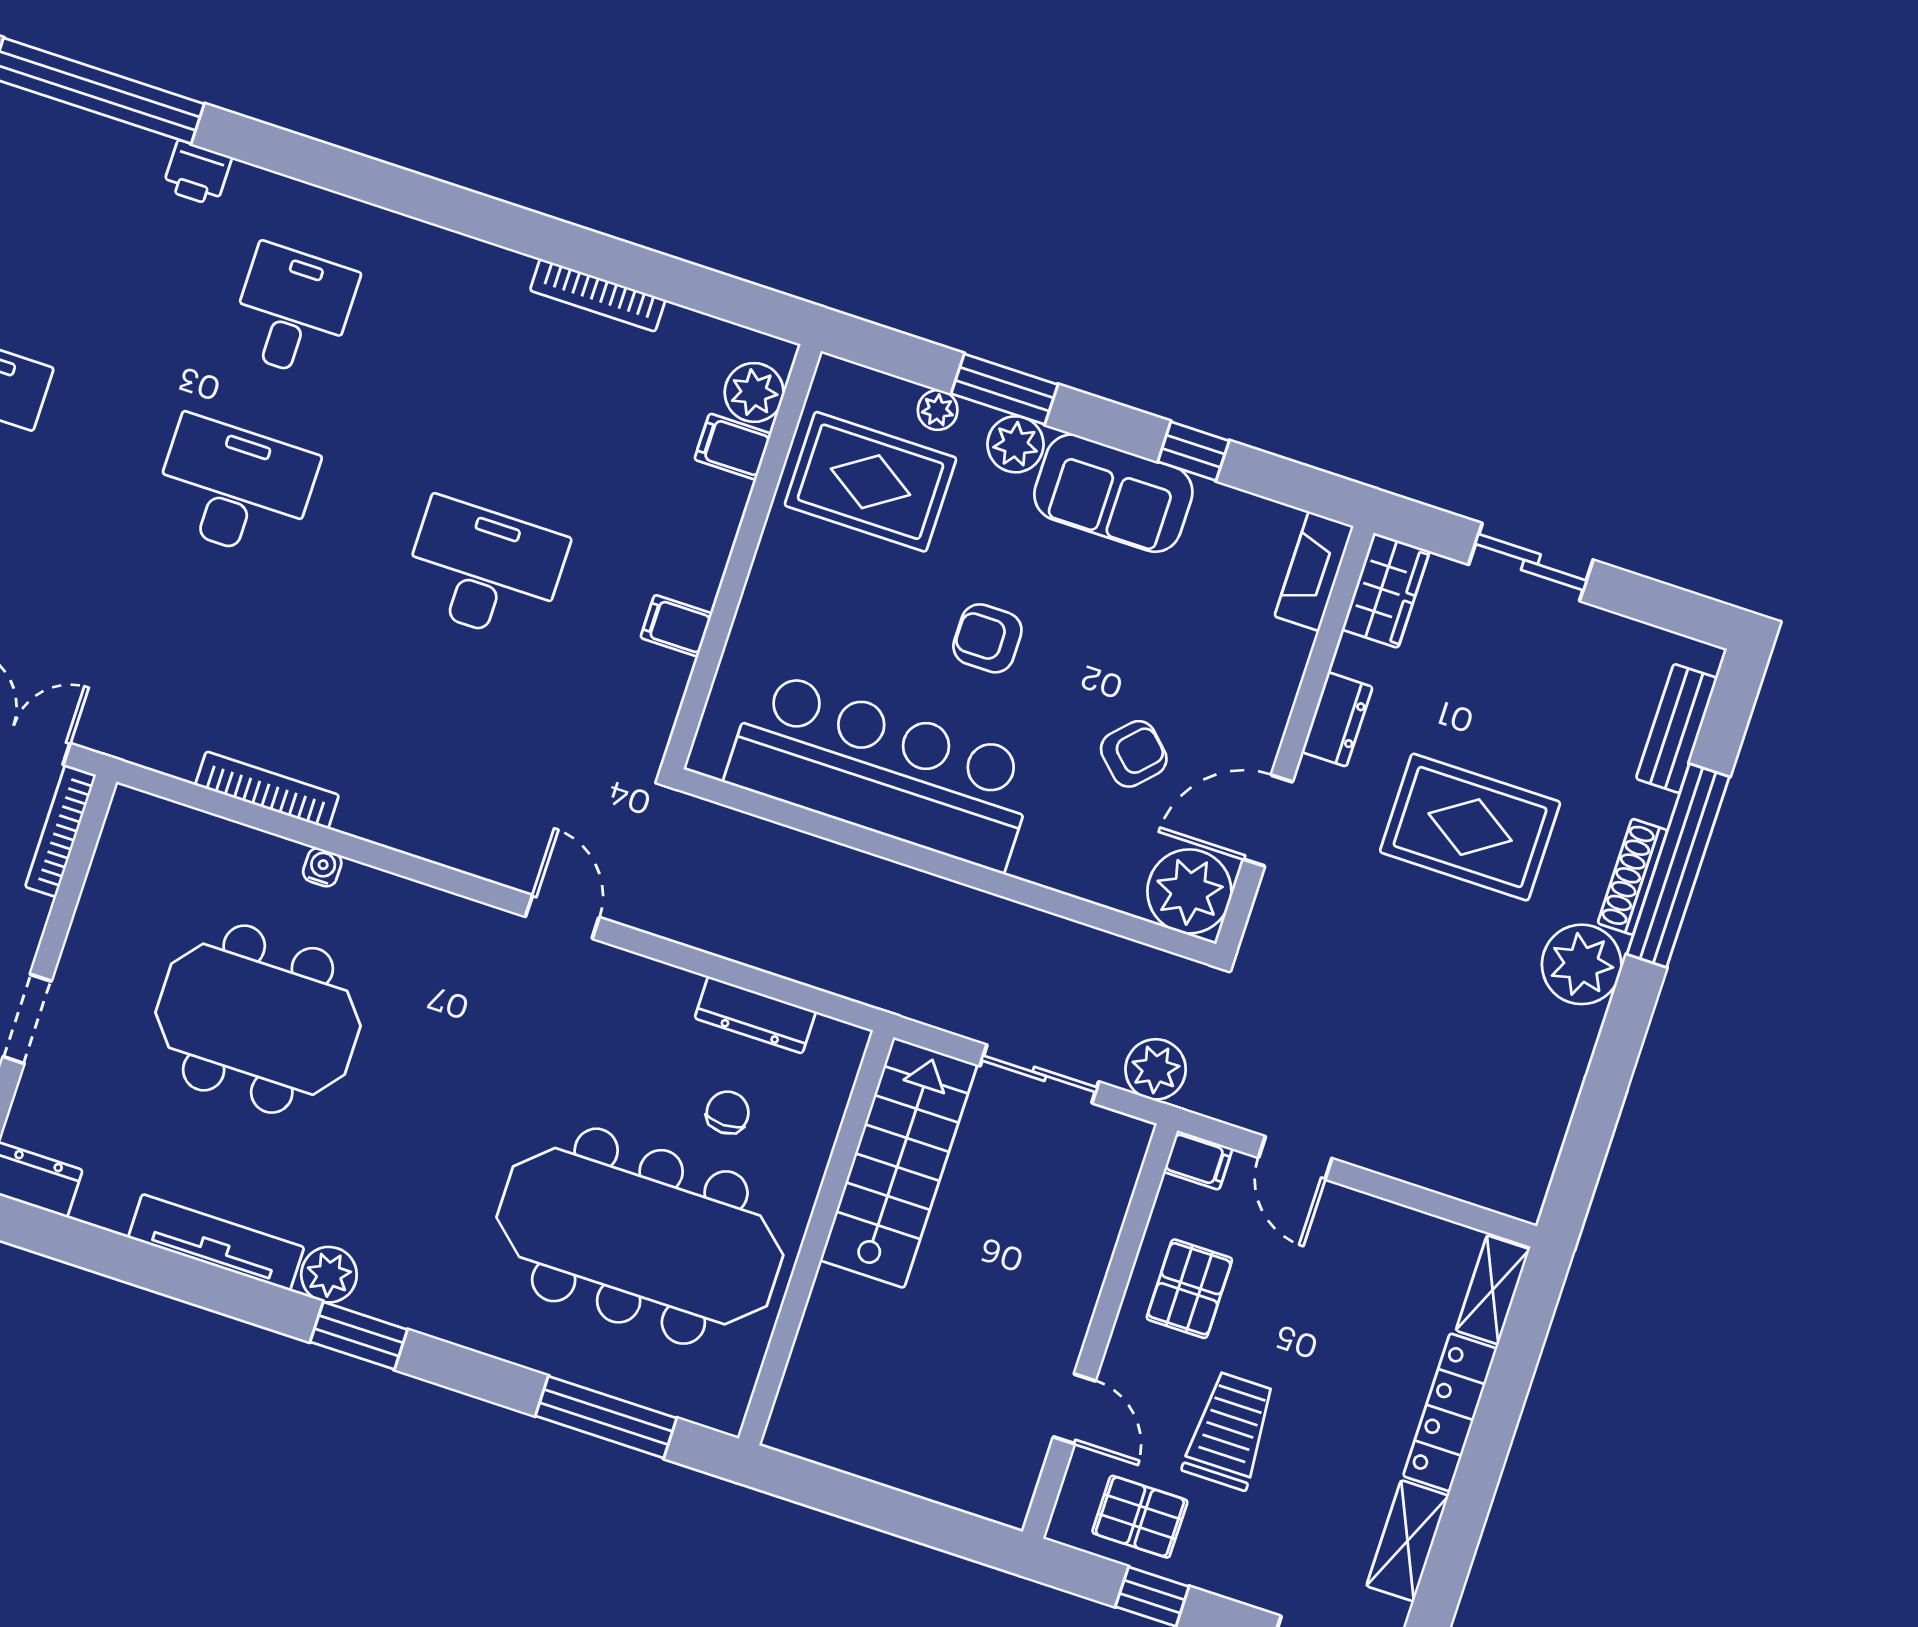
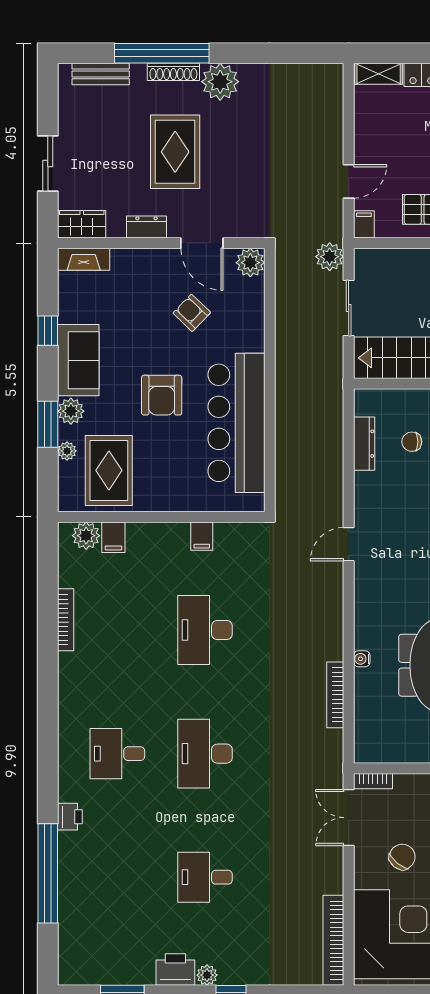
armchair: (987, 638) -> (162, 395), width x1.38, depth x1.38
bookcase: (61, 831) -> (373, 781), width x0.64
plant: (1189, 891) -> (250, 263), width x0.73, depth x0.73

